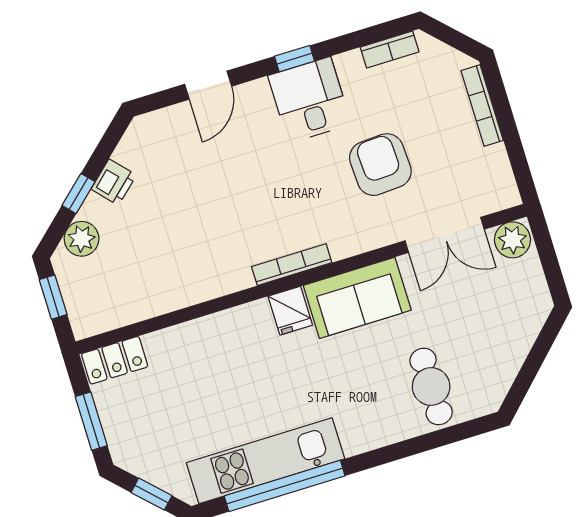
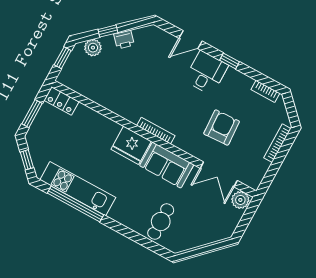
desk: (310, 100) -> (206, 73), moved
fridge: (290, 311) -> (131, 145), width x1.88, depth x1.34

